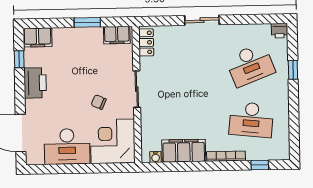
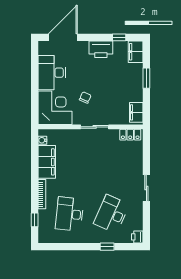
sliding door: (202, 20) -> (146, 188), moved
window: (87, 22) -> (146, 78), moved
desk: (250, 65) -> (111, 214), turned 45

